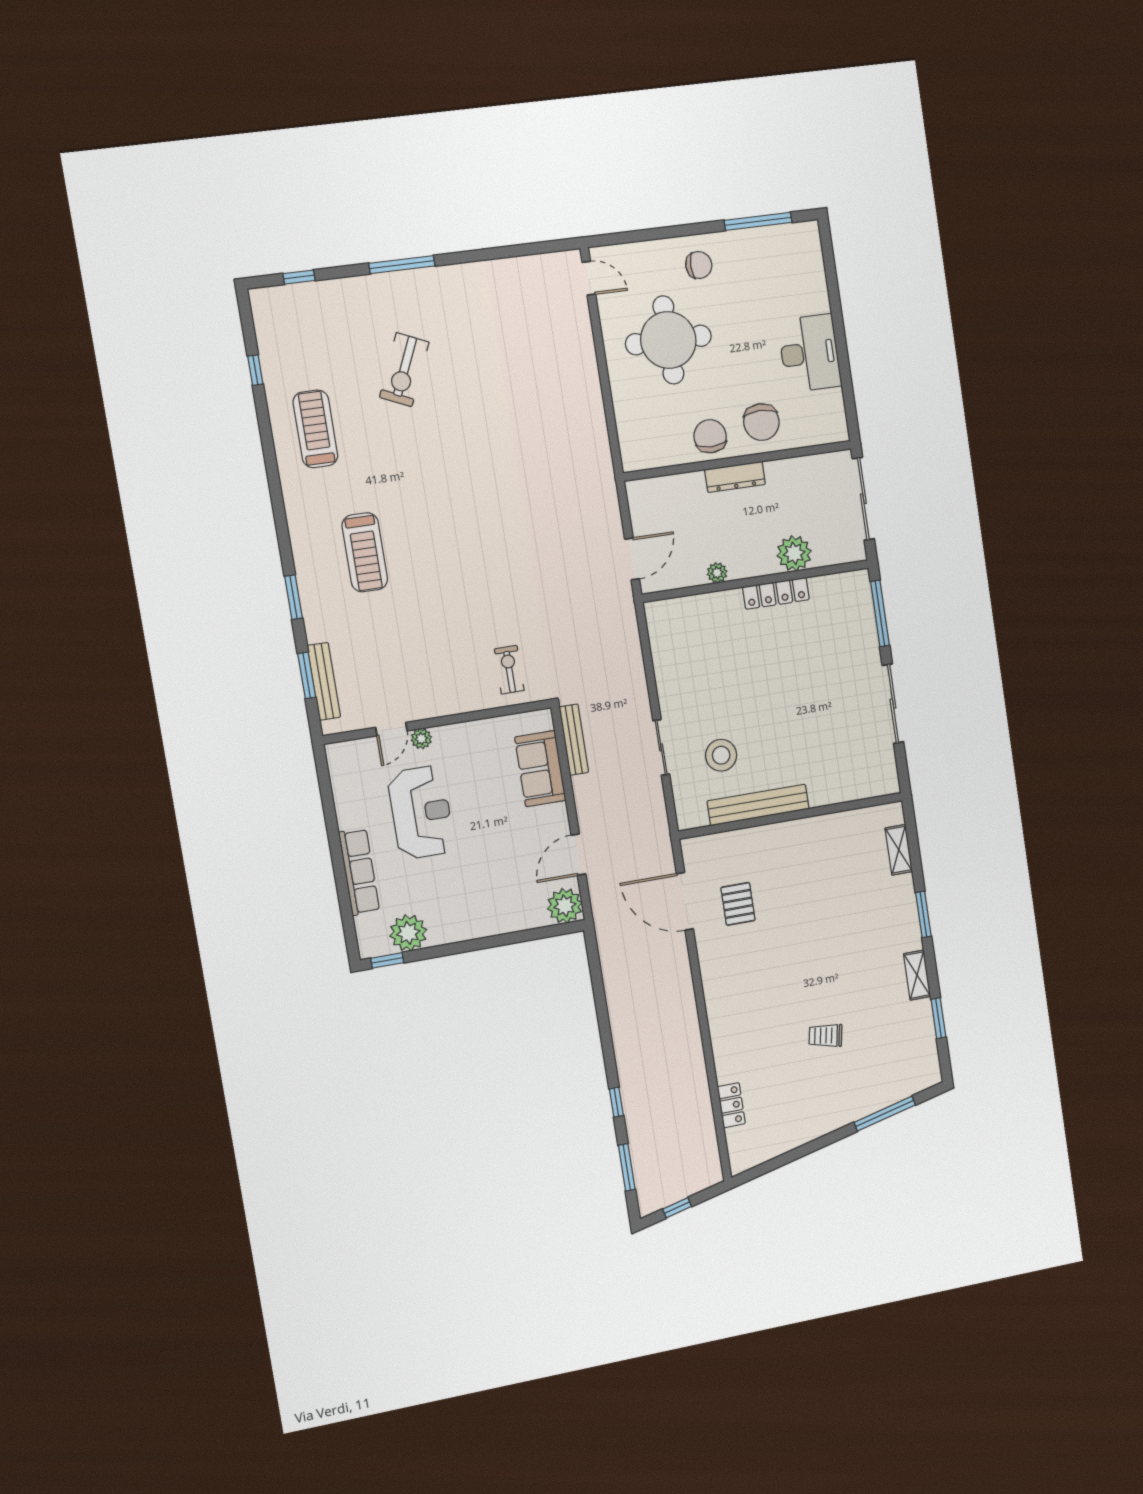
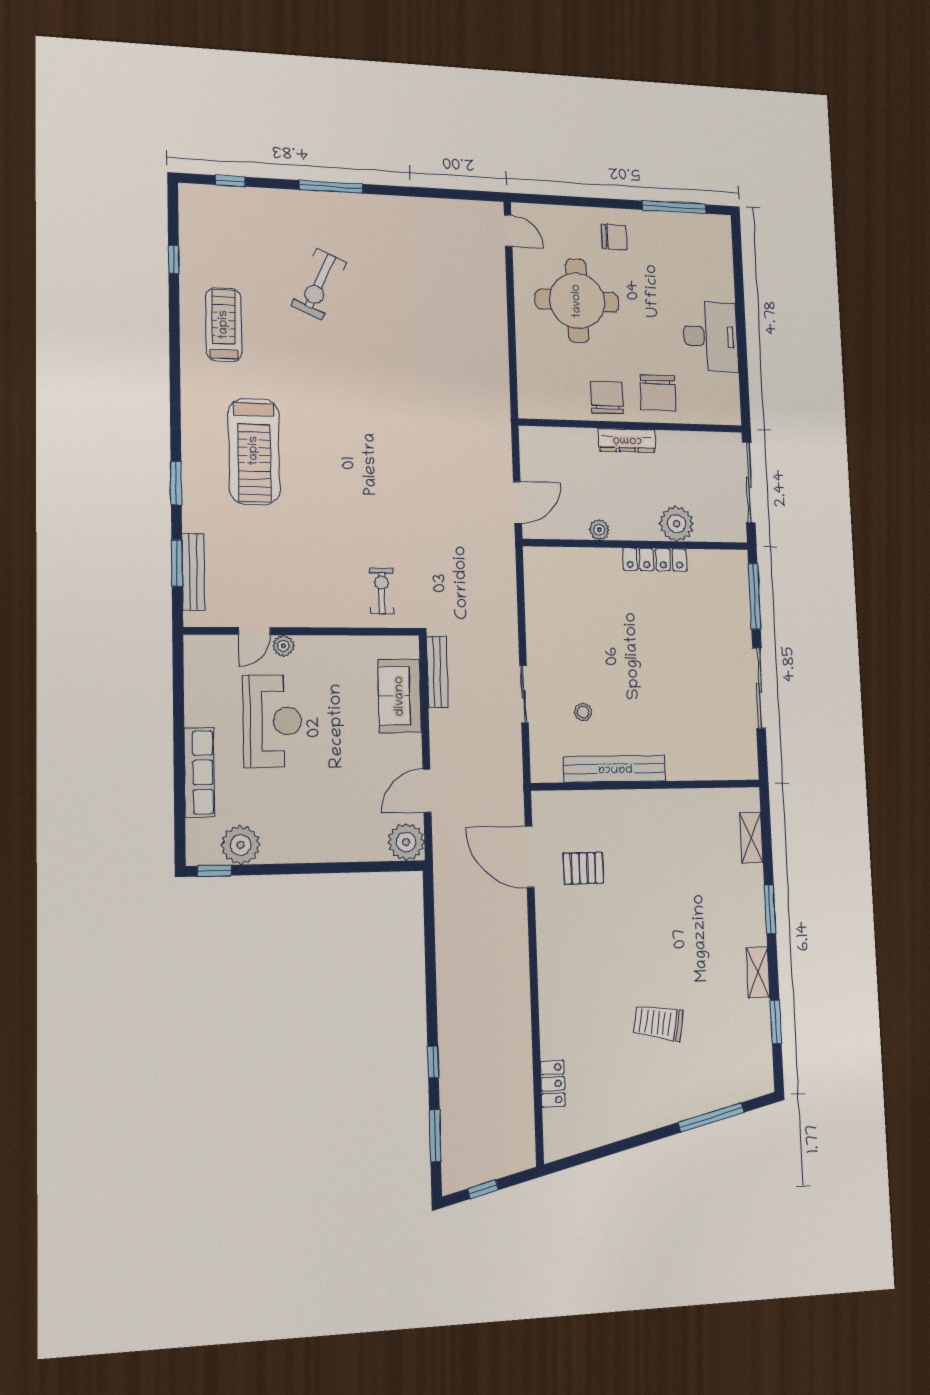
treadmill: (365, 552) -> (254, 451), width x1.37, depth x1.38
stool: (721, 755) -> (583, 712), width x0.53, depth x0.53
pallet: (738, 904) -> (583, 868), turned 90
trolley: (826, 1036) -> (658, 1023), width x1.36, depth x1.39

